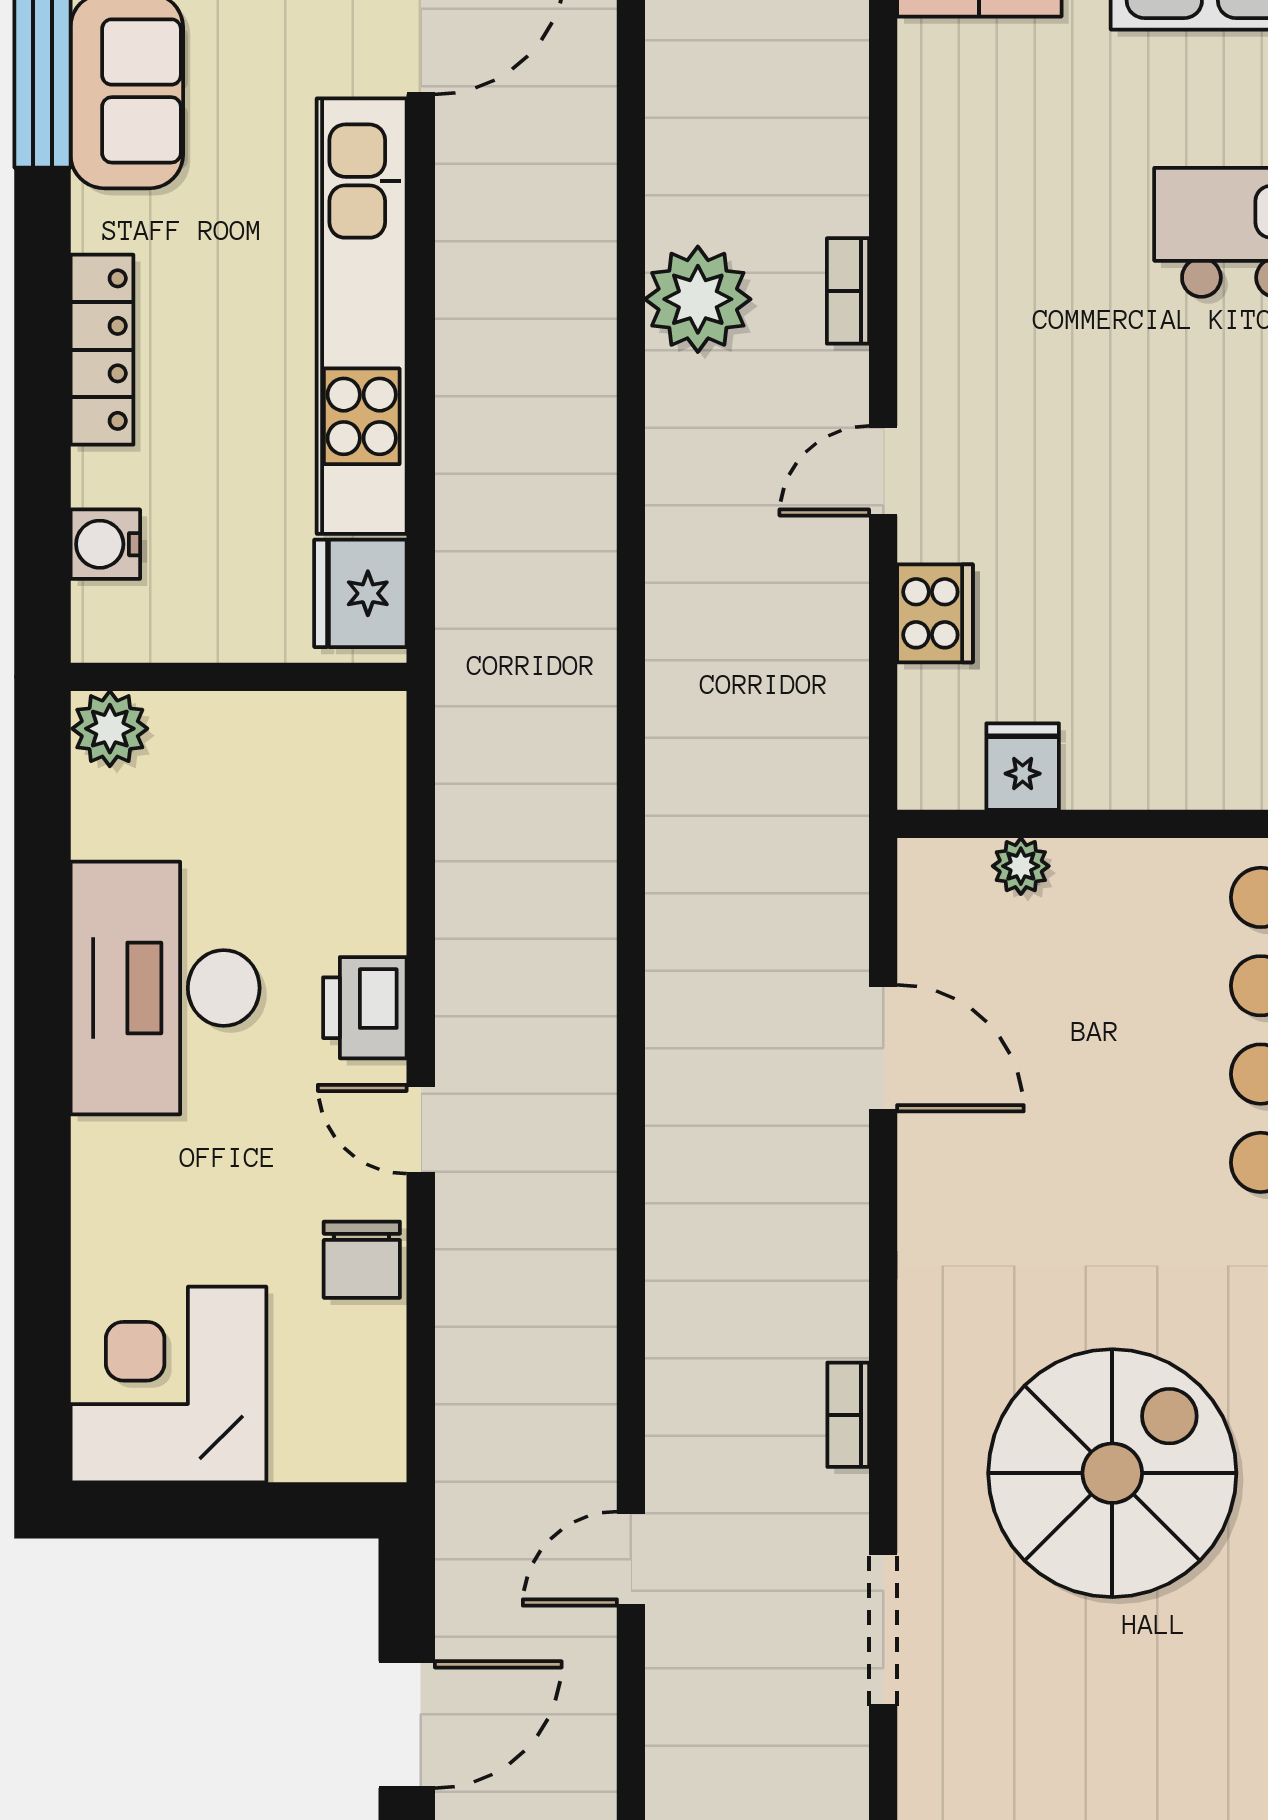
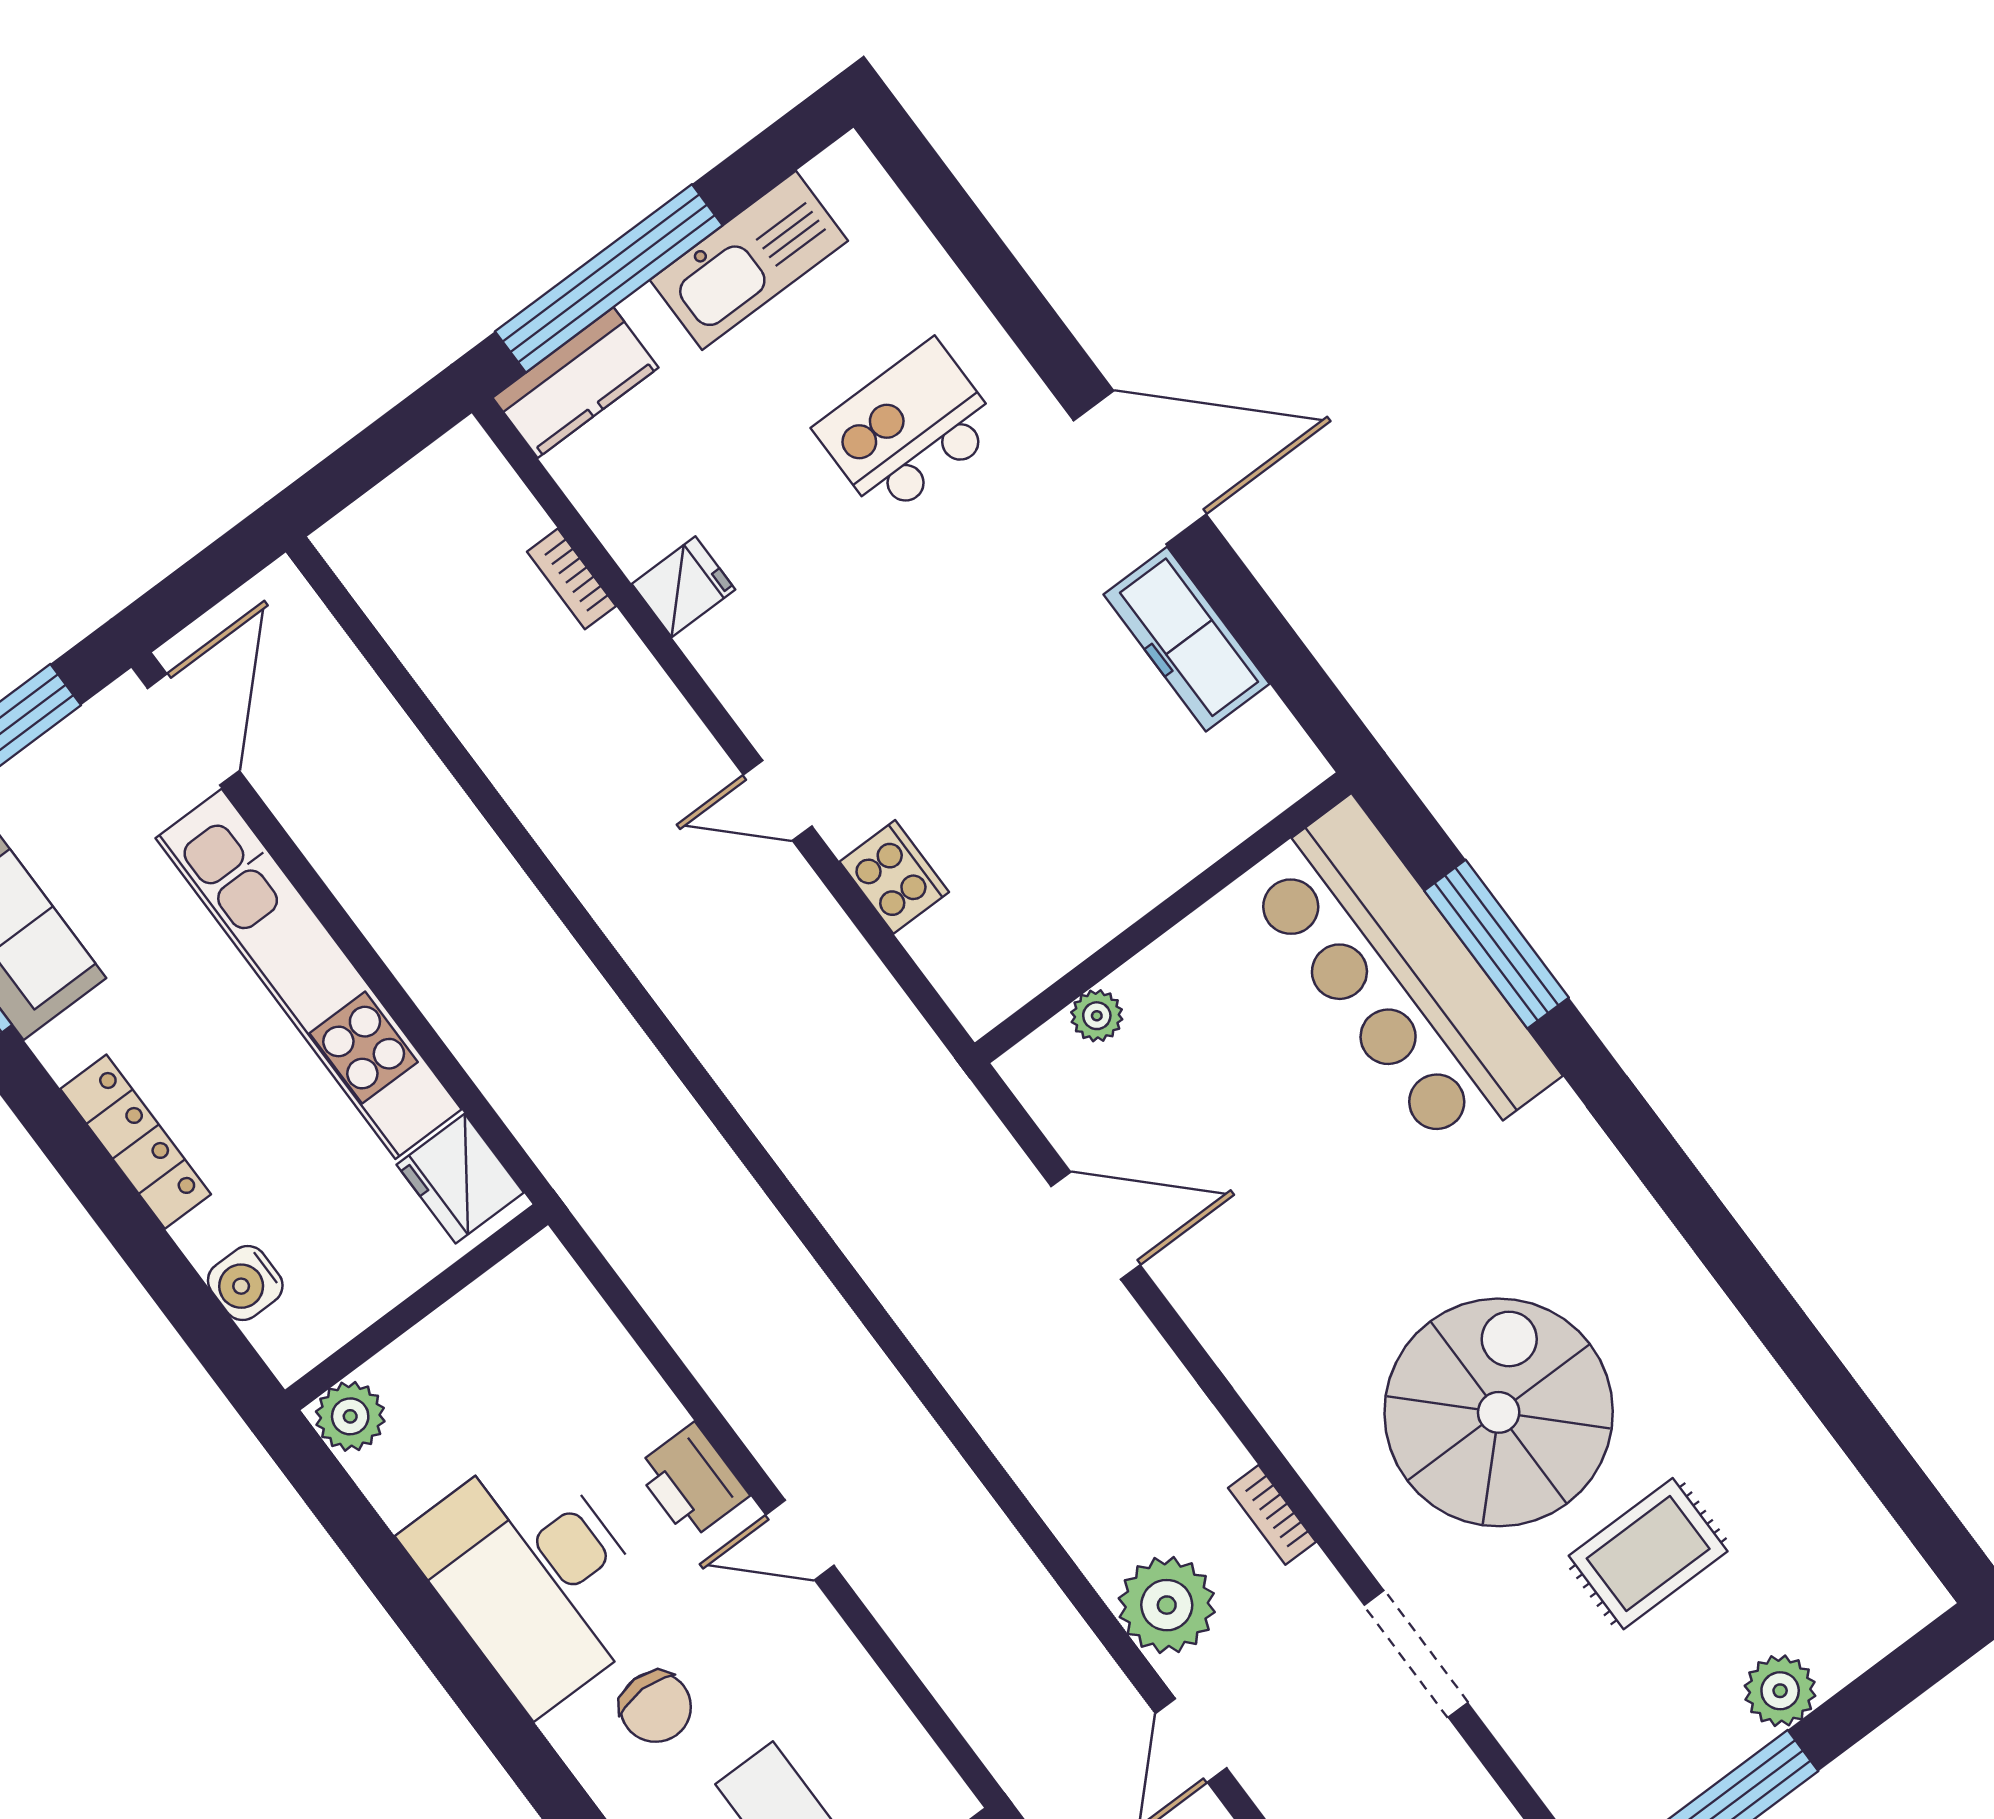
bookcase: (848, 291) -> (571, 579), moved
plant: (698, 299) -> (1167, 1605), moved
door: (883, 471) -> (778, 800), hinge flipped
fridge: (1023, 767) -> (684, 587), moved, turned 90
chair: (362, 1260) -> (656, 1707), moved
rug: (1150, 1693) -> (1648, 1554), added

